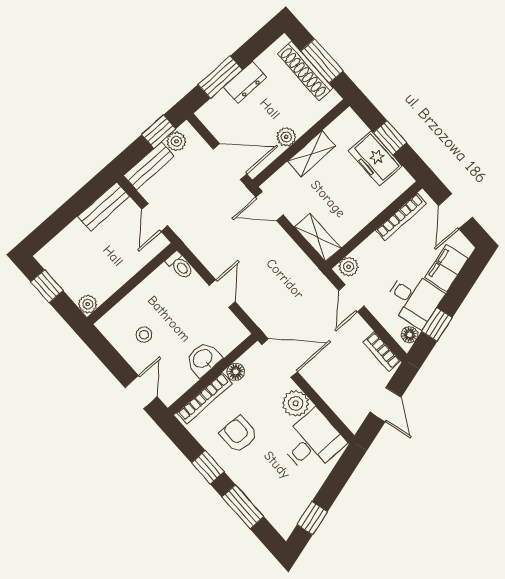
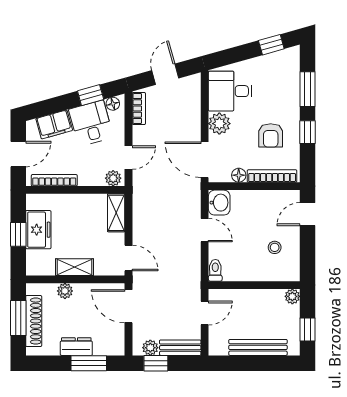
plant: (286, 137) -> (65, 291), moved
bench: (104, 206) -> (258, 347), moved, width x1.36
door: (222, 294) -> (205, 230), swing flipped
washbasin: (203, 359) -> (219, 203), moved, turned -90

